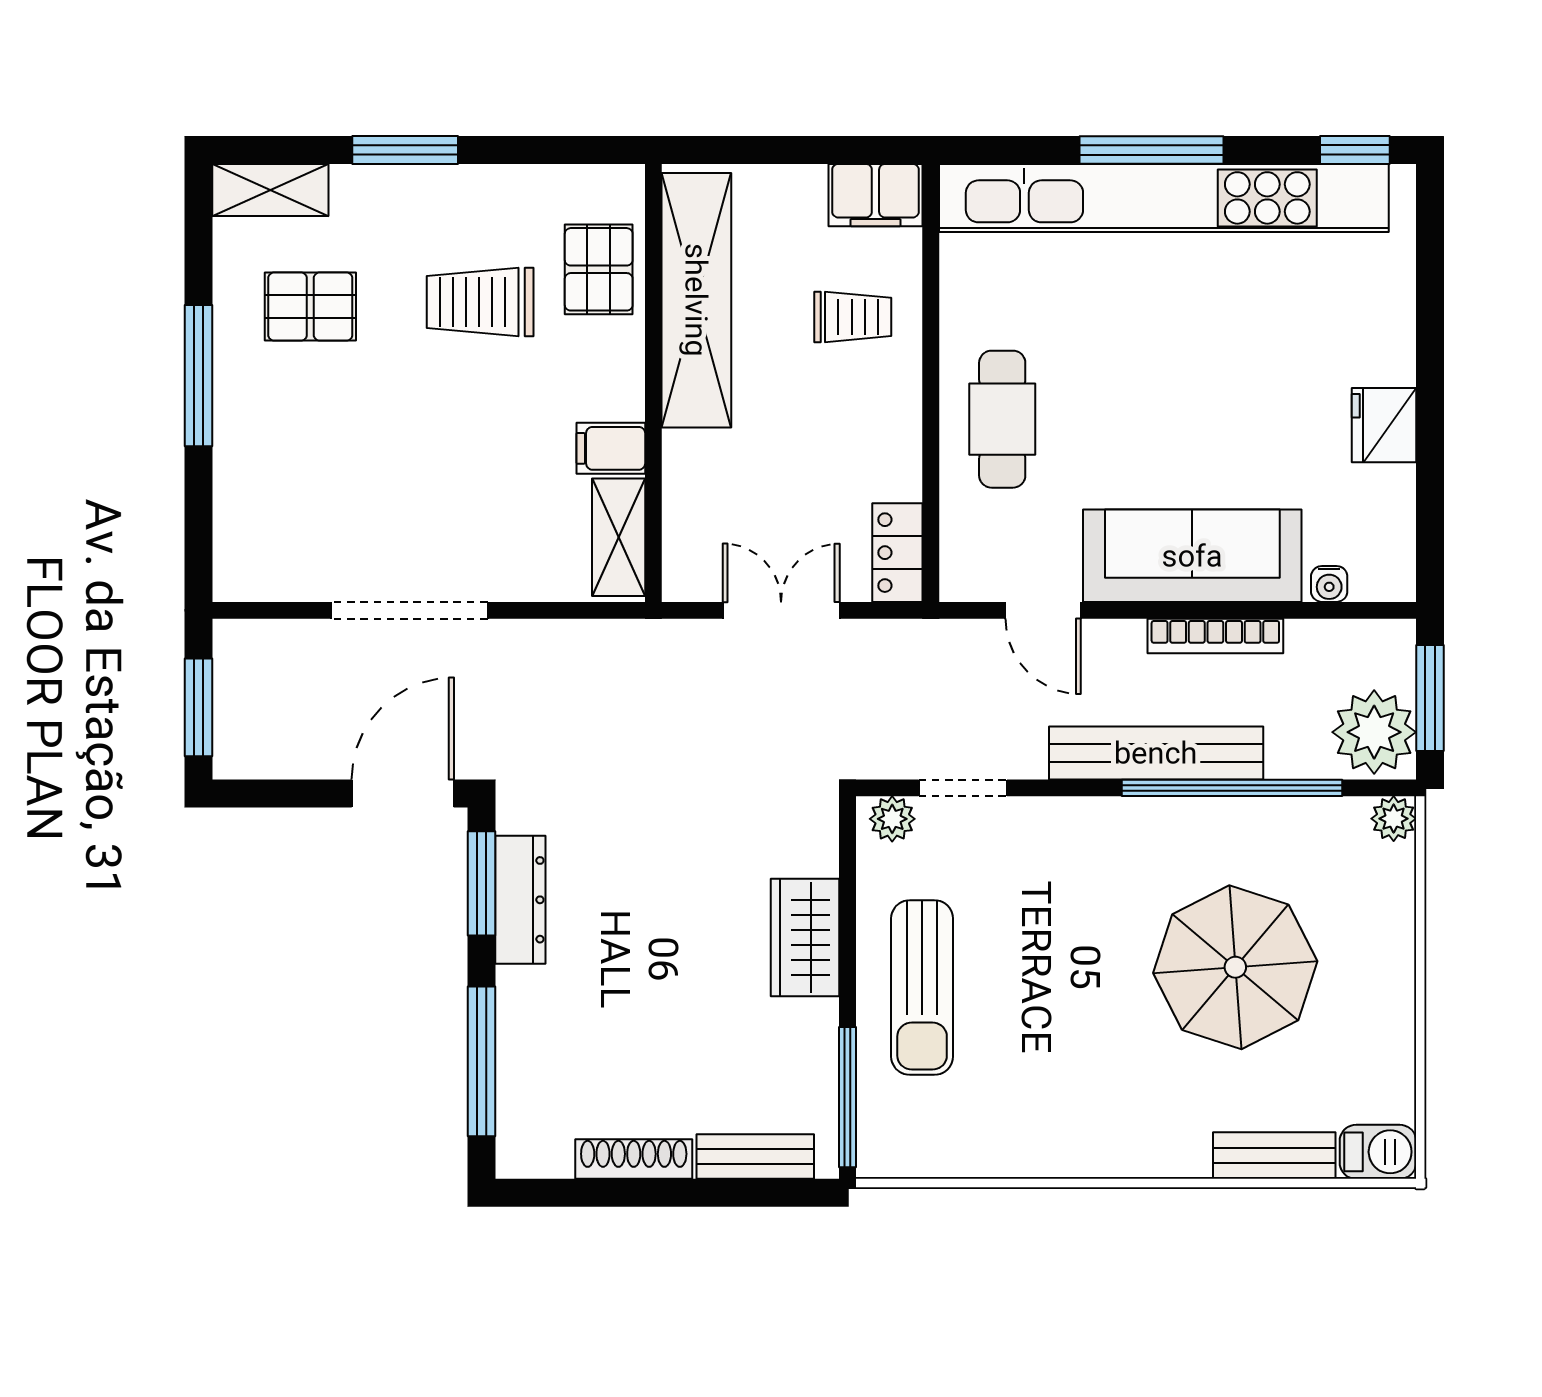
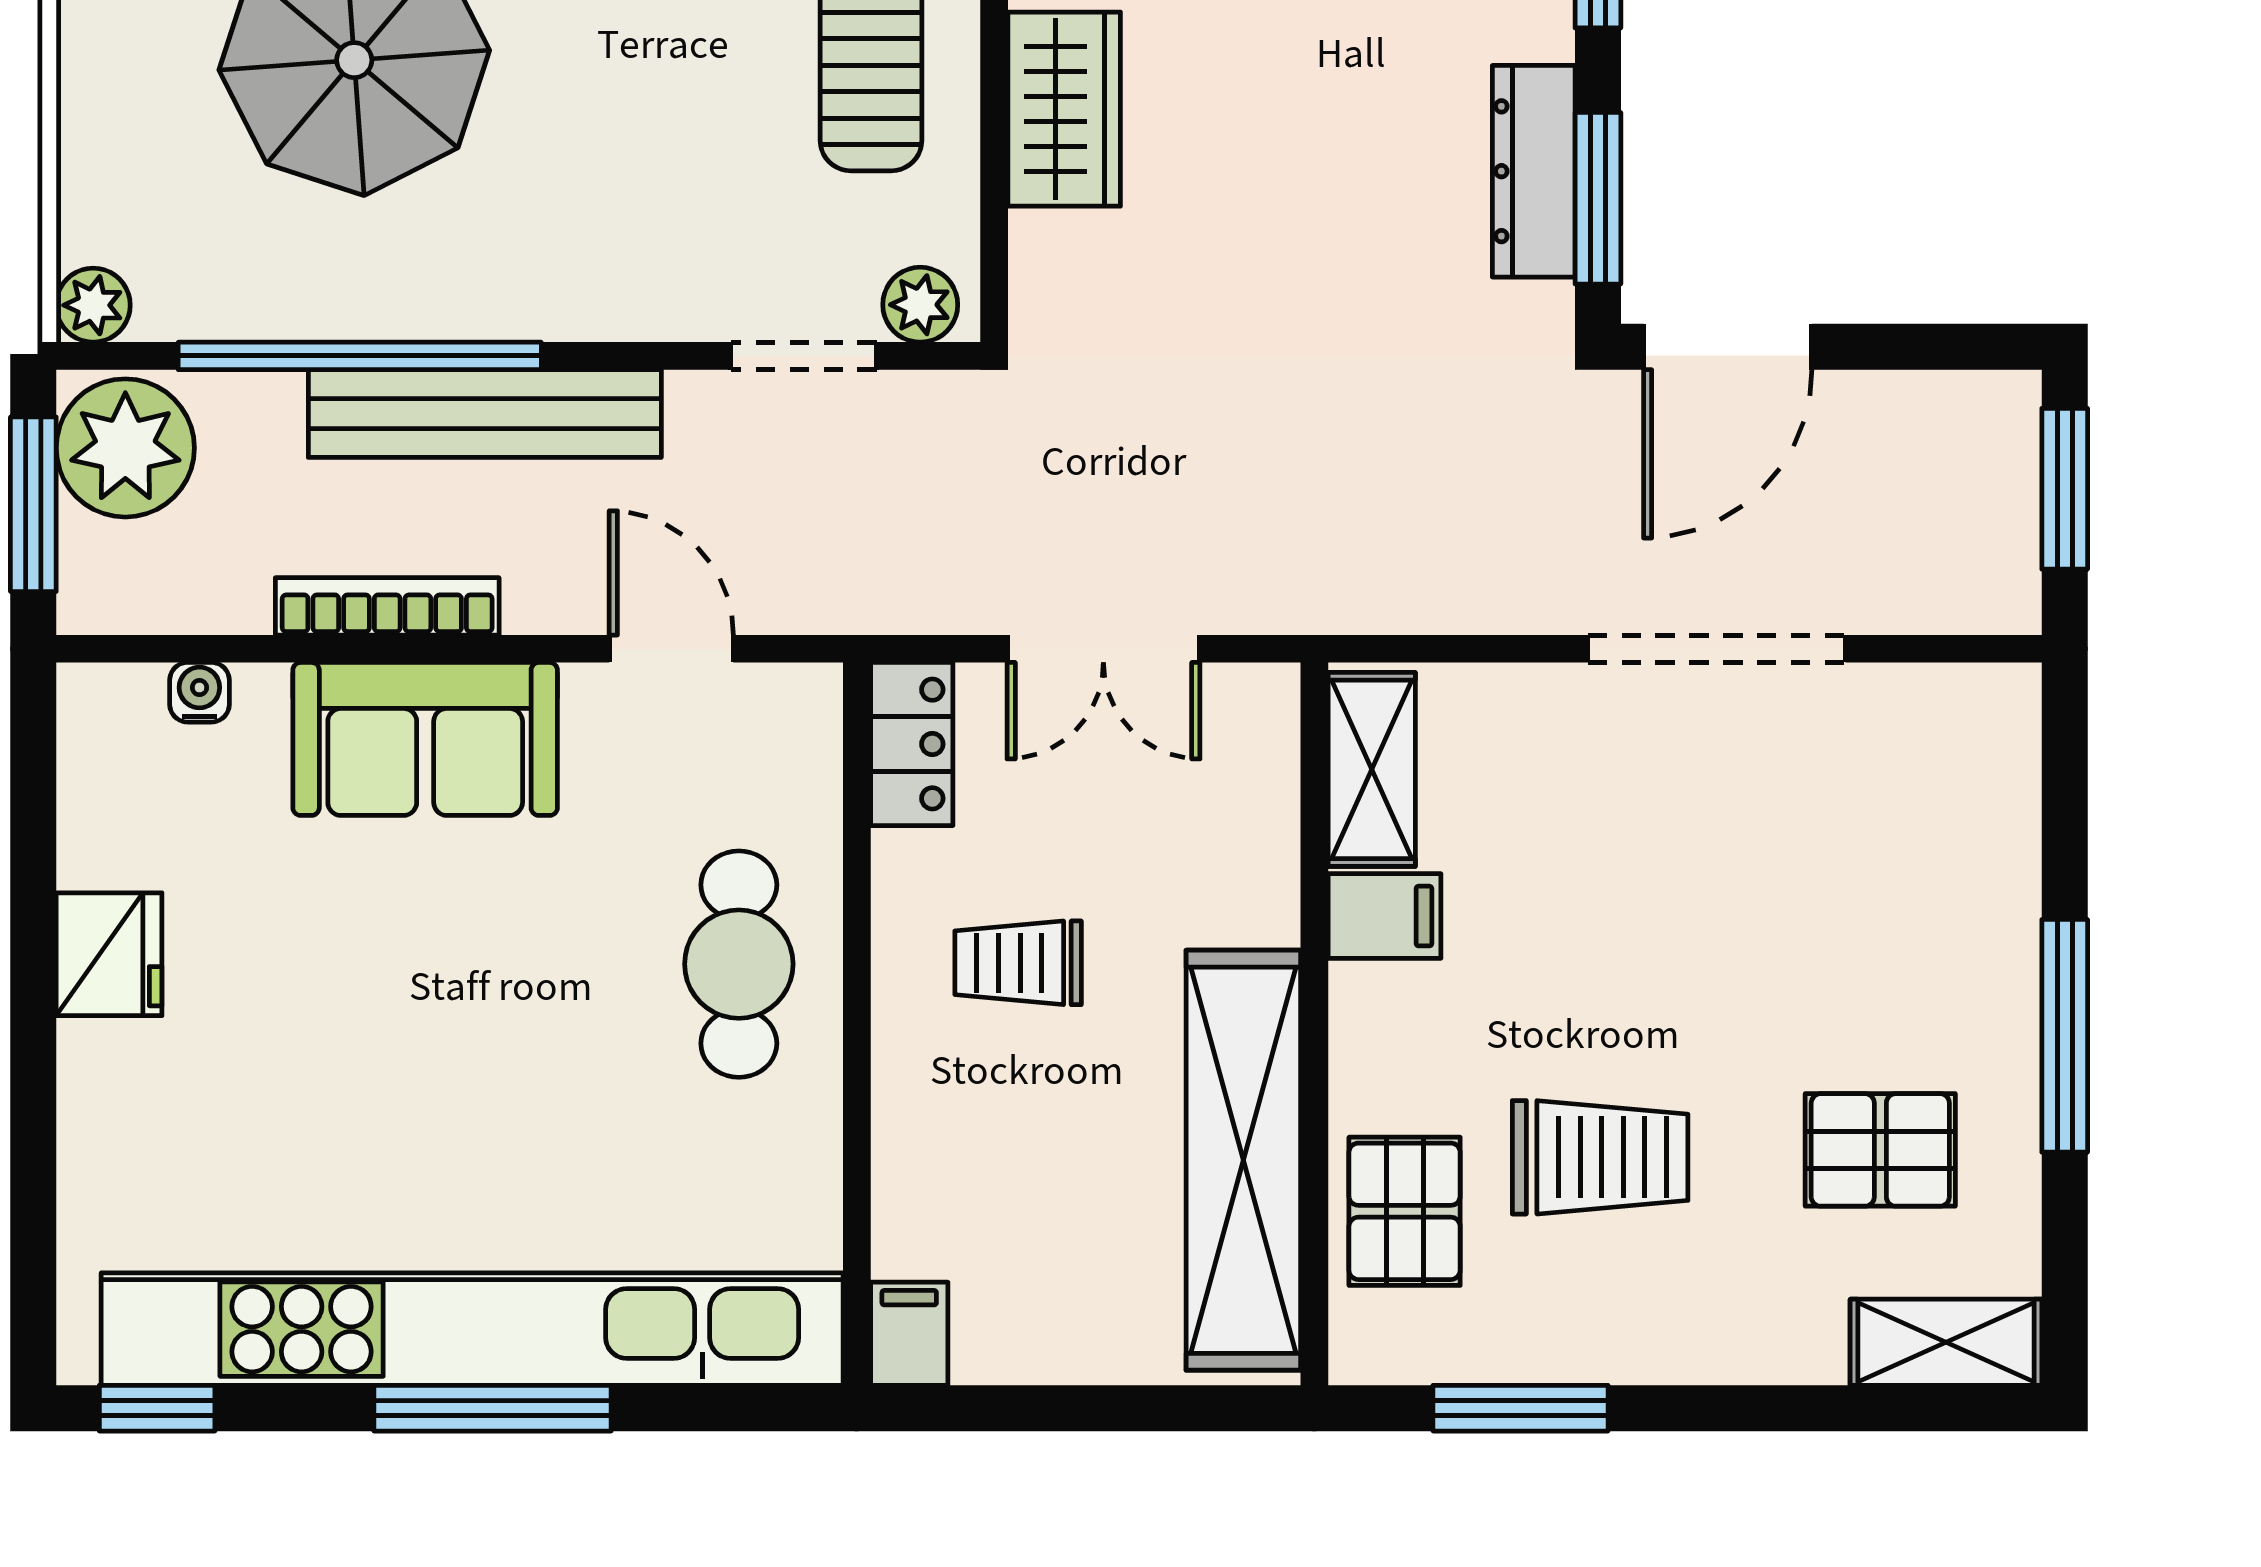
window: (405, 150) -> (1520, 1408), moved
filing cabinet: (875, 195) -> (909, 1334), width x0.50
trolley: (853, 317) -> (1018, 963), moved
sofa: (1192, 556) -> (425, 739), width x0.73

